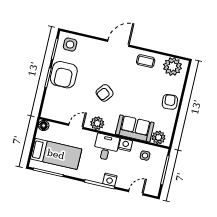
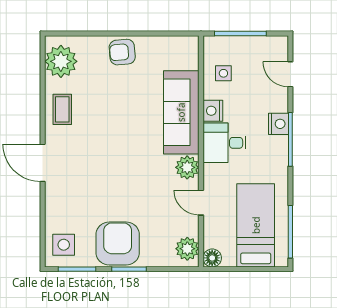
armchair: (64, 75) -> (118, 244), turned -90
armchair: (105, 93) -> (133, 167), removed
sofa: (135, 128) -> (181, 112), width x1.36
plant: (159, 137) -> (187, 249), moved

